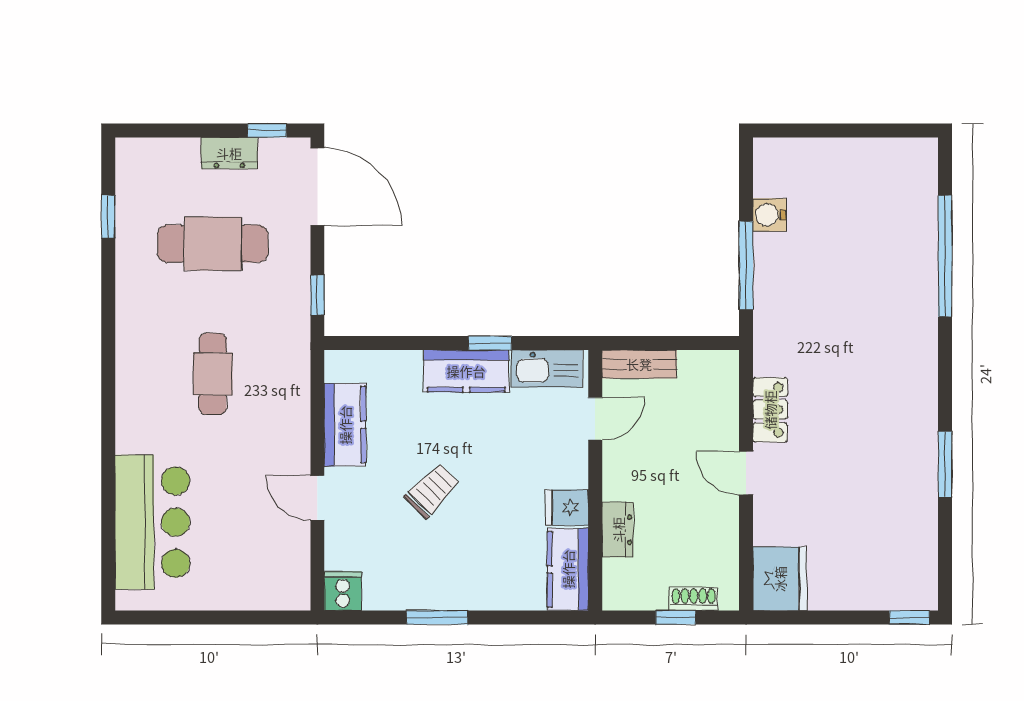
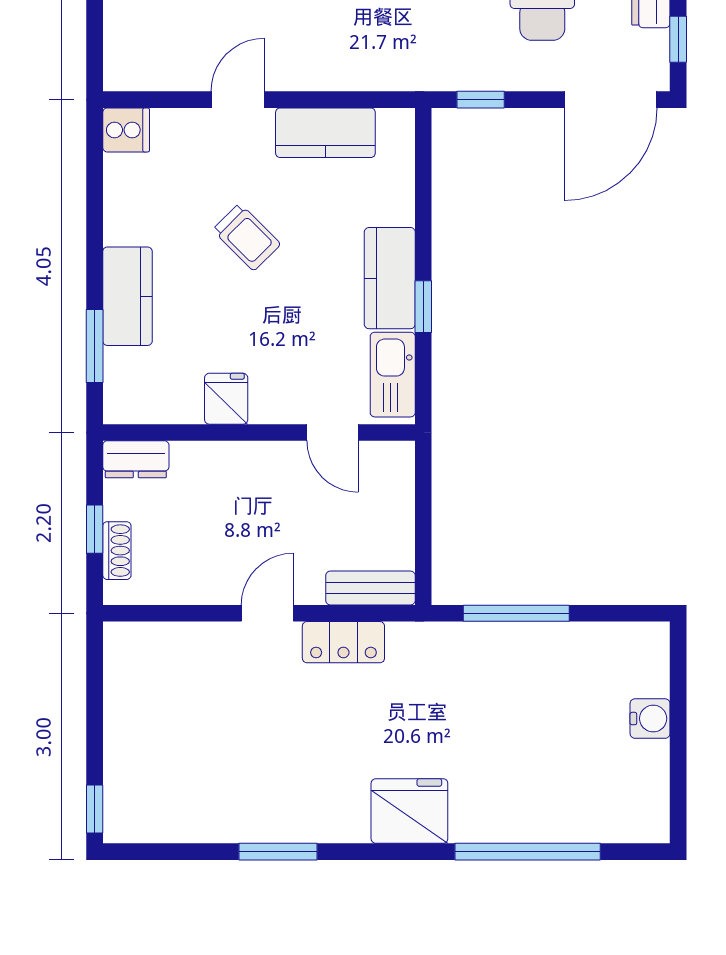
water cooler: (769, 215) -> (650, 719), moved, turned 90
bench: (639, 364) -> (370, 588), moved, turned 90
dresser: (618, 530) -> (136, 459), moved
kitchen counter: (568, 569) -> (127, 296), moved, turned 90
fridge: (780, 579) -> (409, 811), moved, turned 180
window: (437, 617) -> (95, 346), moved

